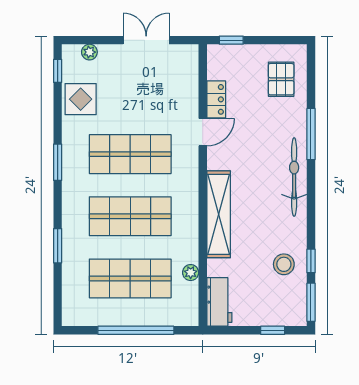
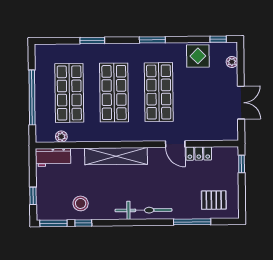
window: (311, 134) -> (192, 222), moved
plant: (191, 273) -> (61, 137), moved

